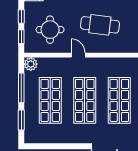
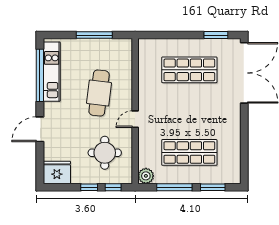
shop shelf: (85, 100) -> (189, 111), removed

